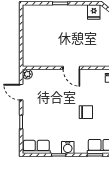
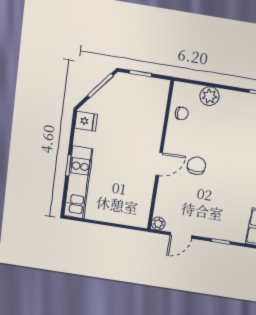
kitchen unit: (49, 12) -> (78, 183), added
chair: (86, 112) -> (196, 166), moved

